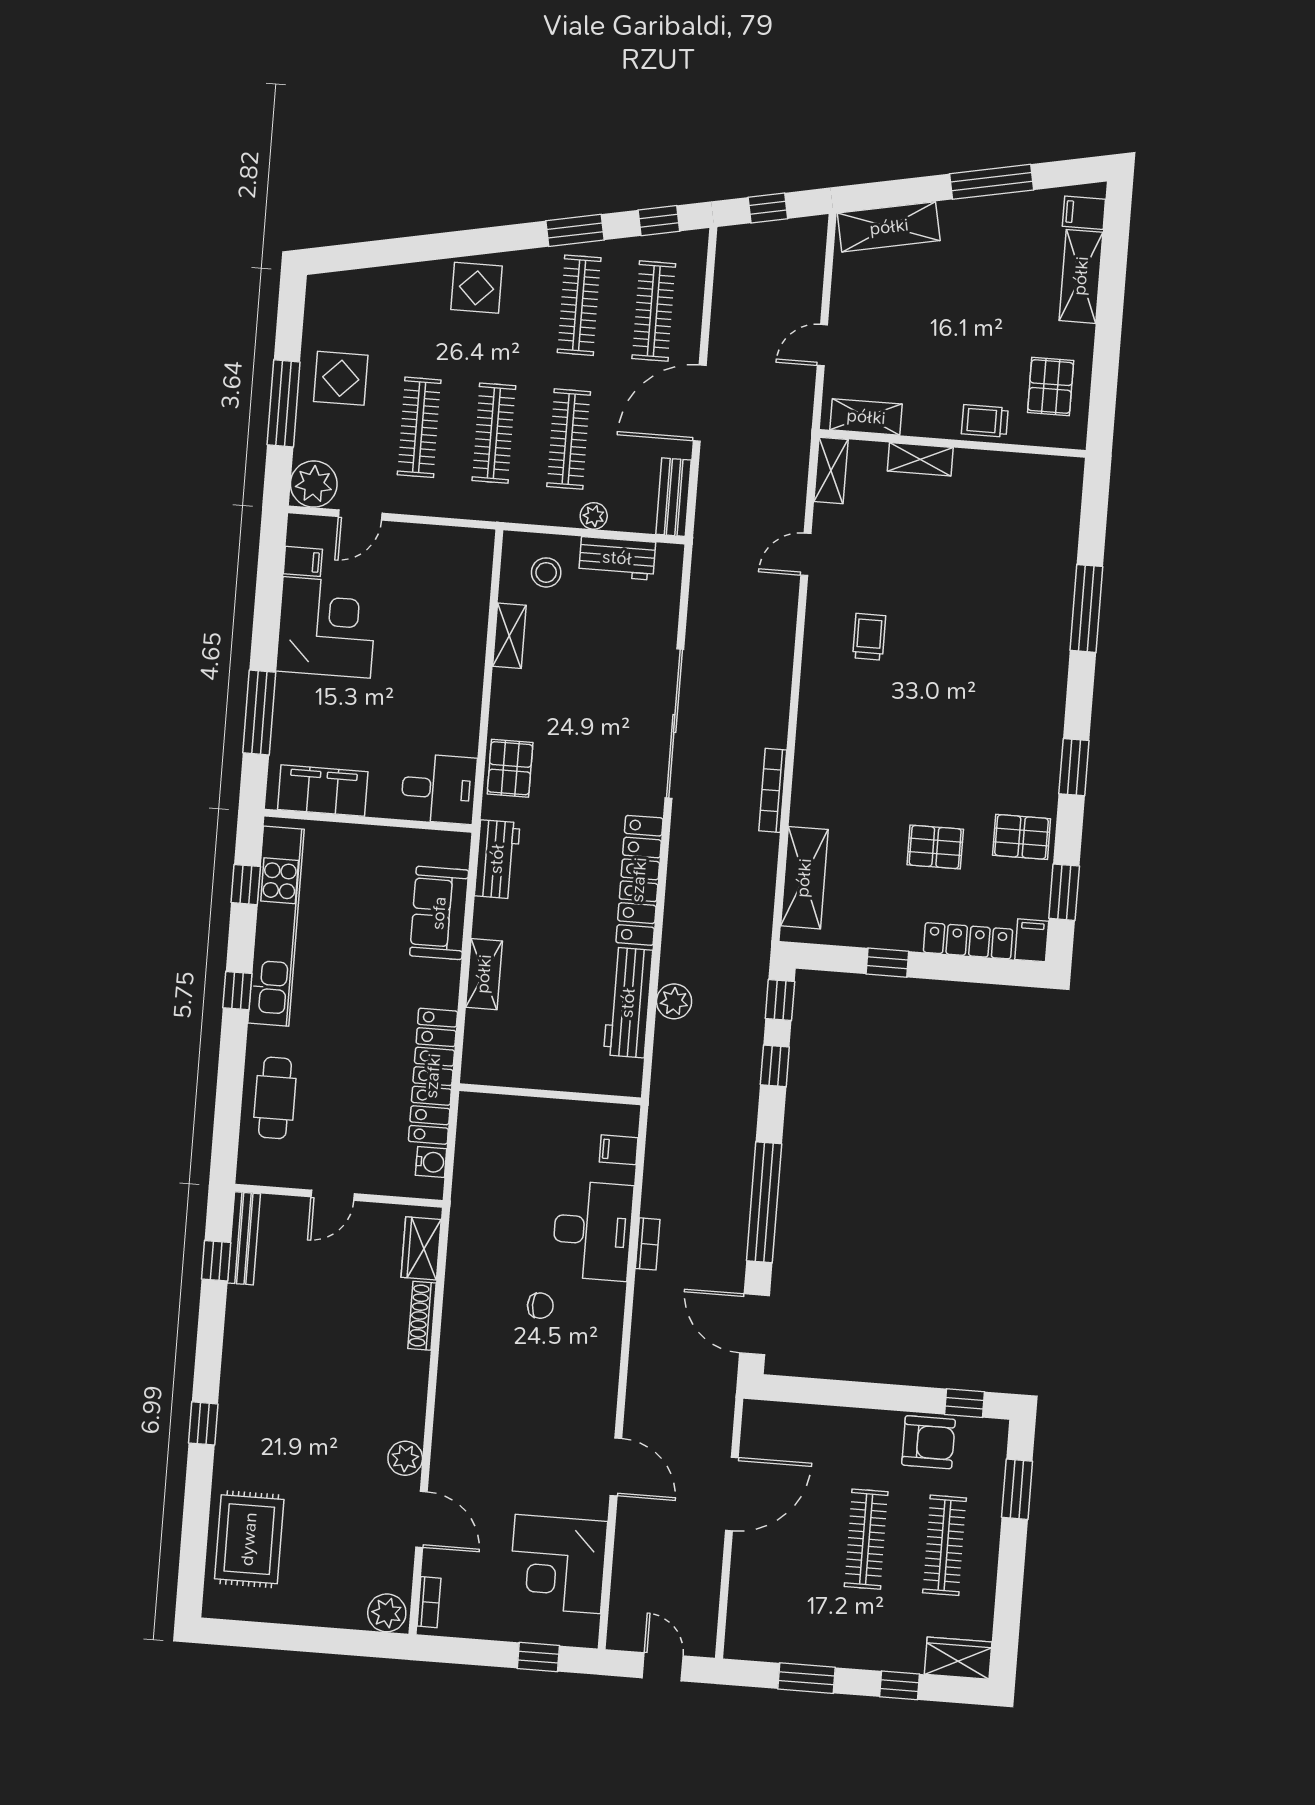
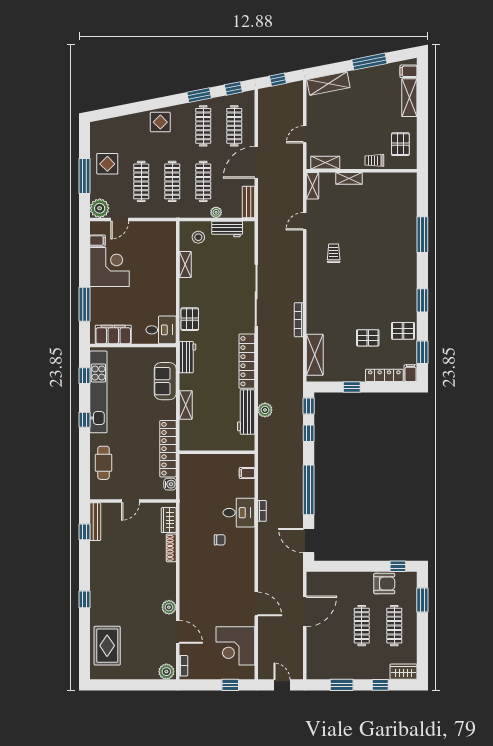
desk: (593, 1231) -> (239, 513), width x0.73

